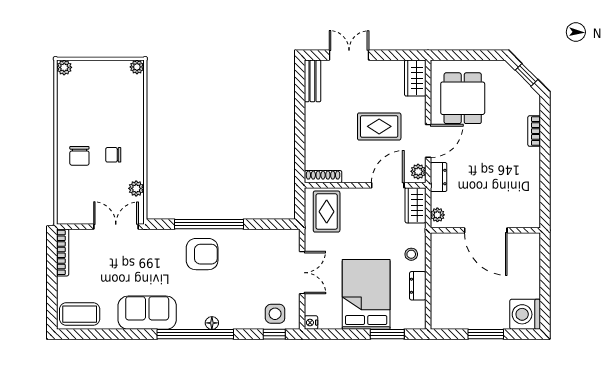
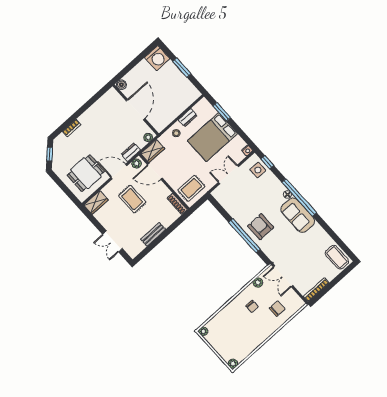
bench: (312, 81) -> (153, 234), moved
chair: (79, 156) -> (277, 309), moved
boiler: (532, 241) -> (121, 85), added
sofa: (147, 313) -> (298, 215), moved

